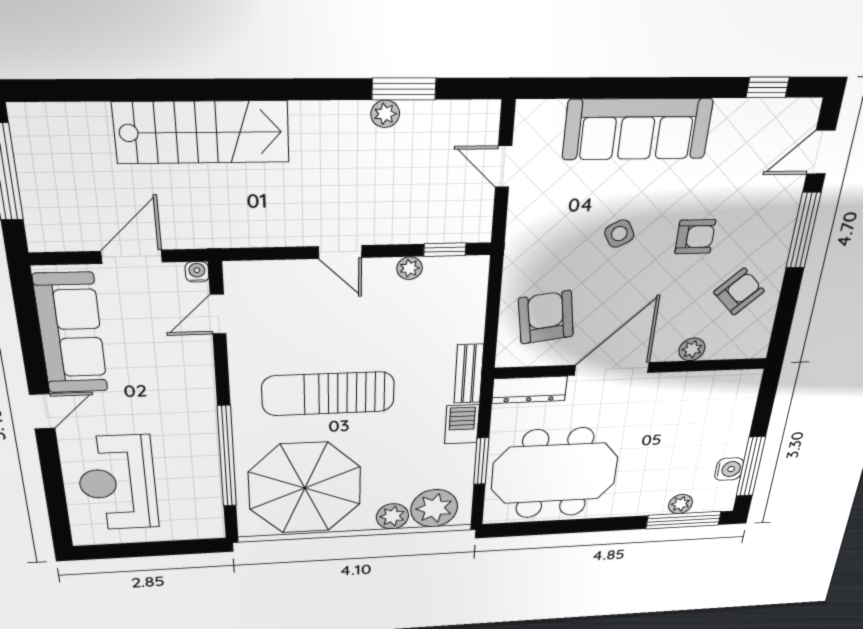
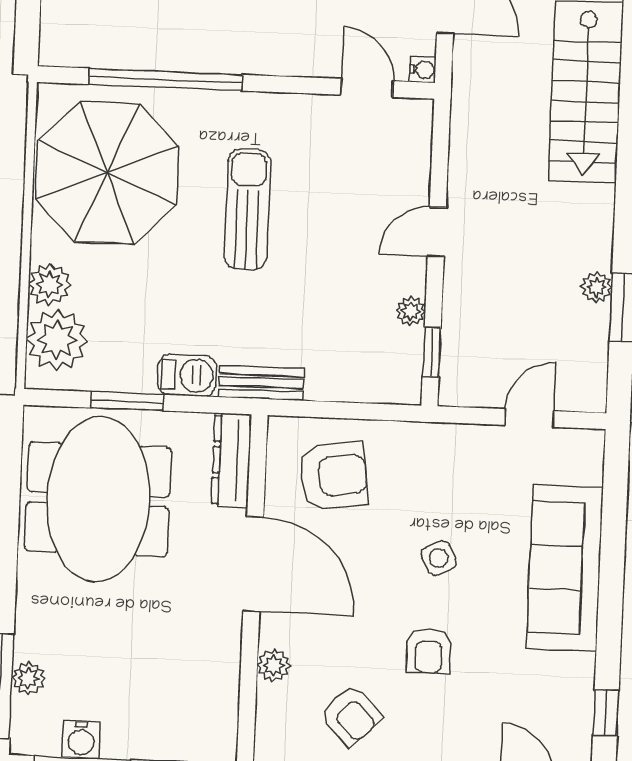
sun lounger: (328, 394) -> (247, 209), width x0.73, depth x0.75

